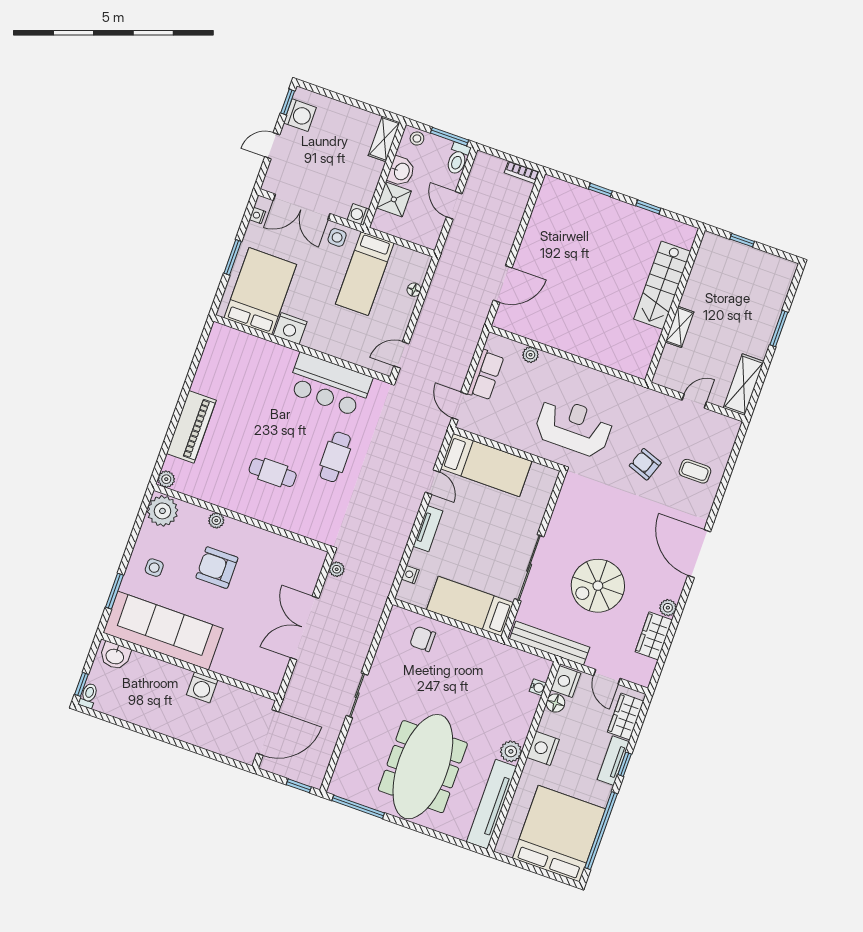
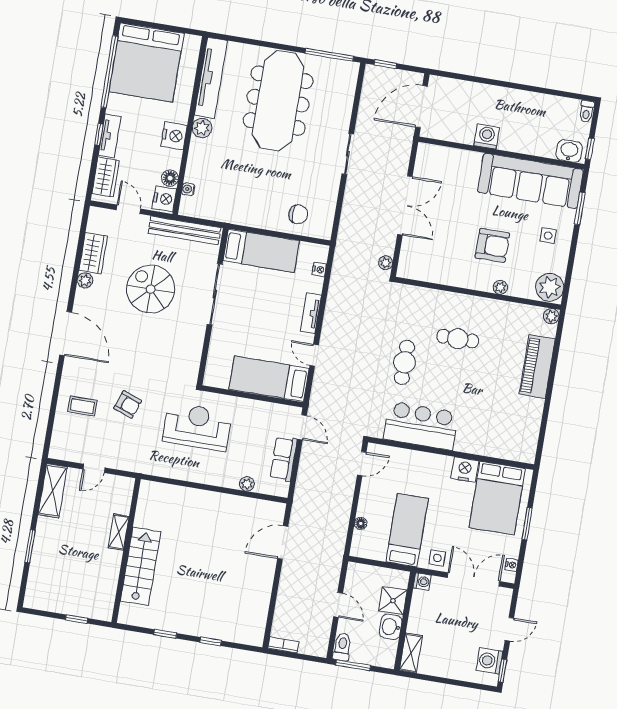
stool: (417, 138) -> (382, 658), removed
reception desk: (574, 427) -> (197, 427), turned 180
spiral stairs: (598, 586) -> (151, 289), turned -90
window: (81, 684) -> (590, 149), moved

